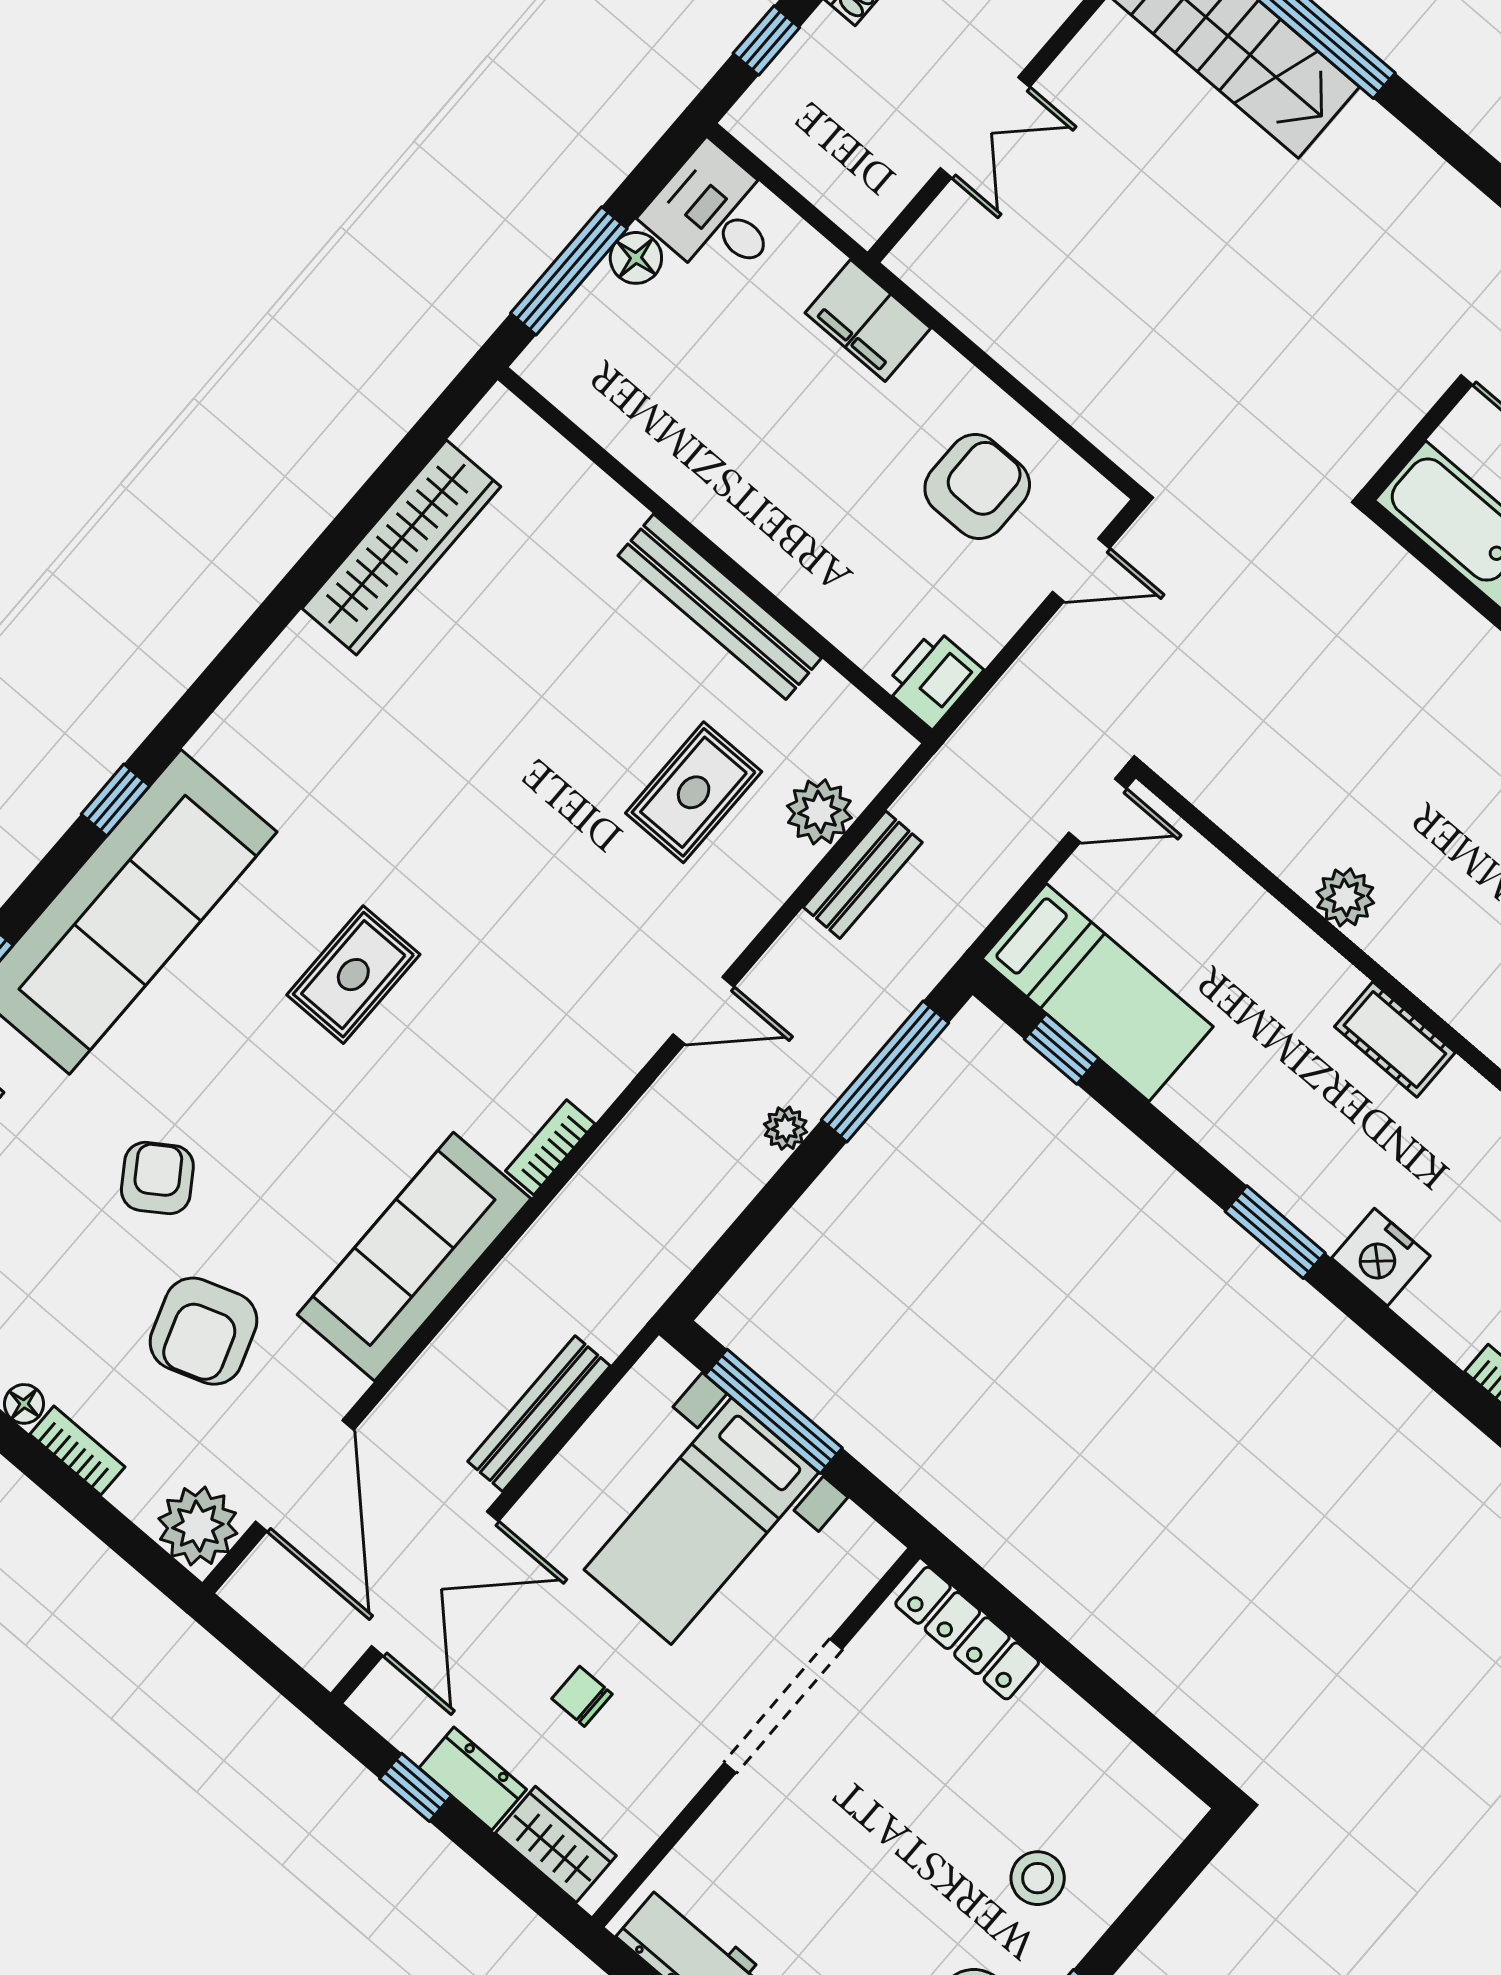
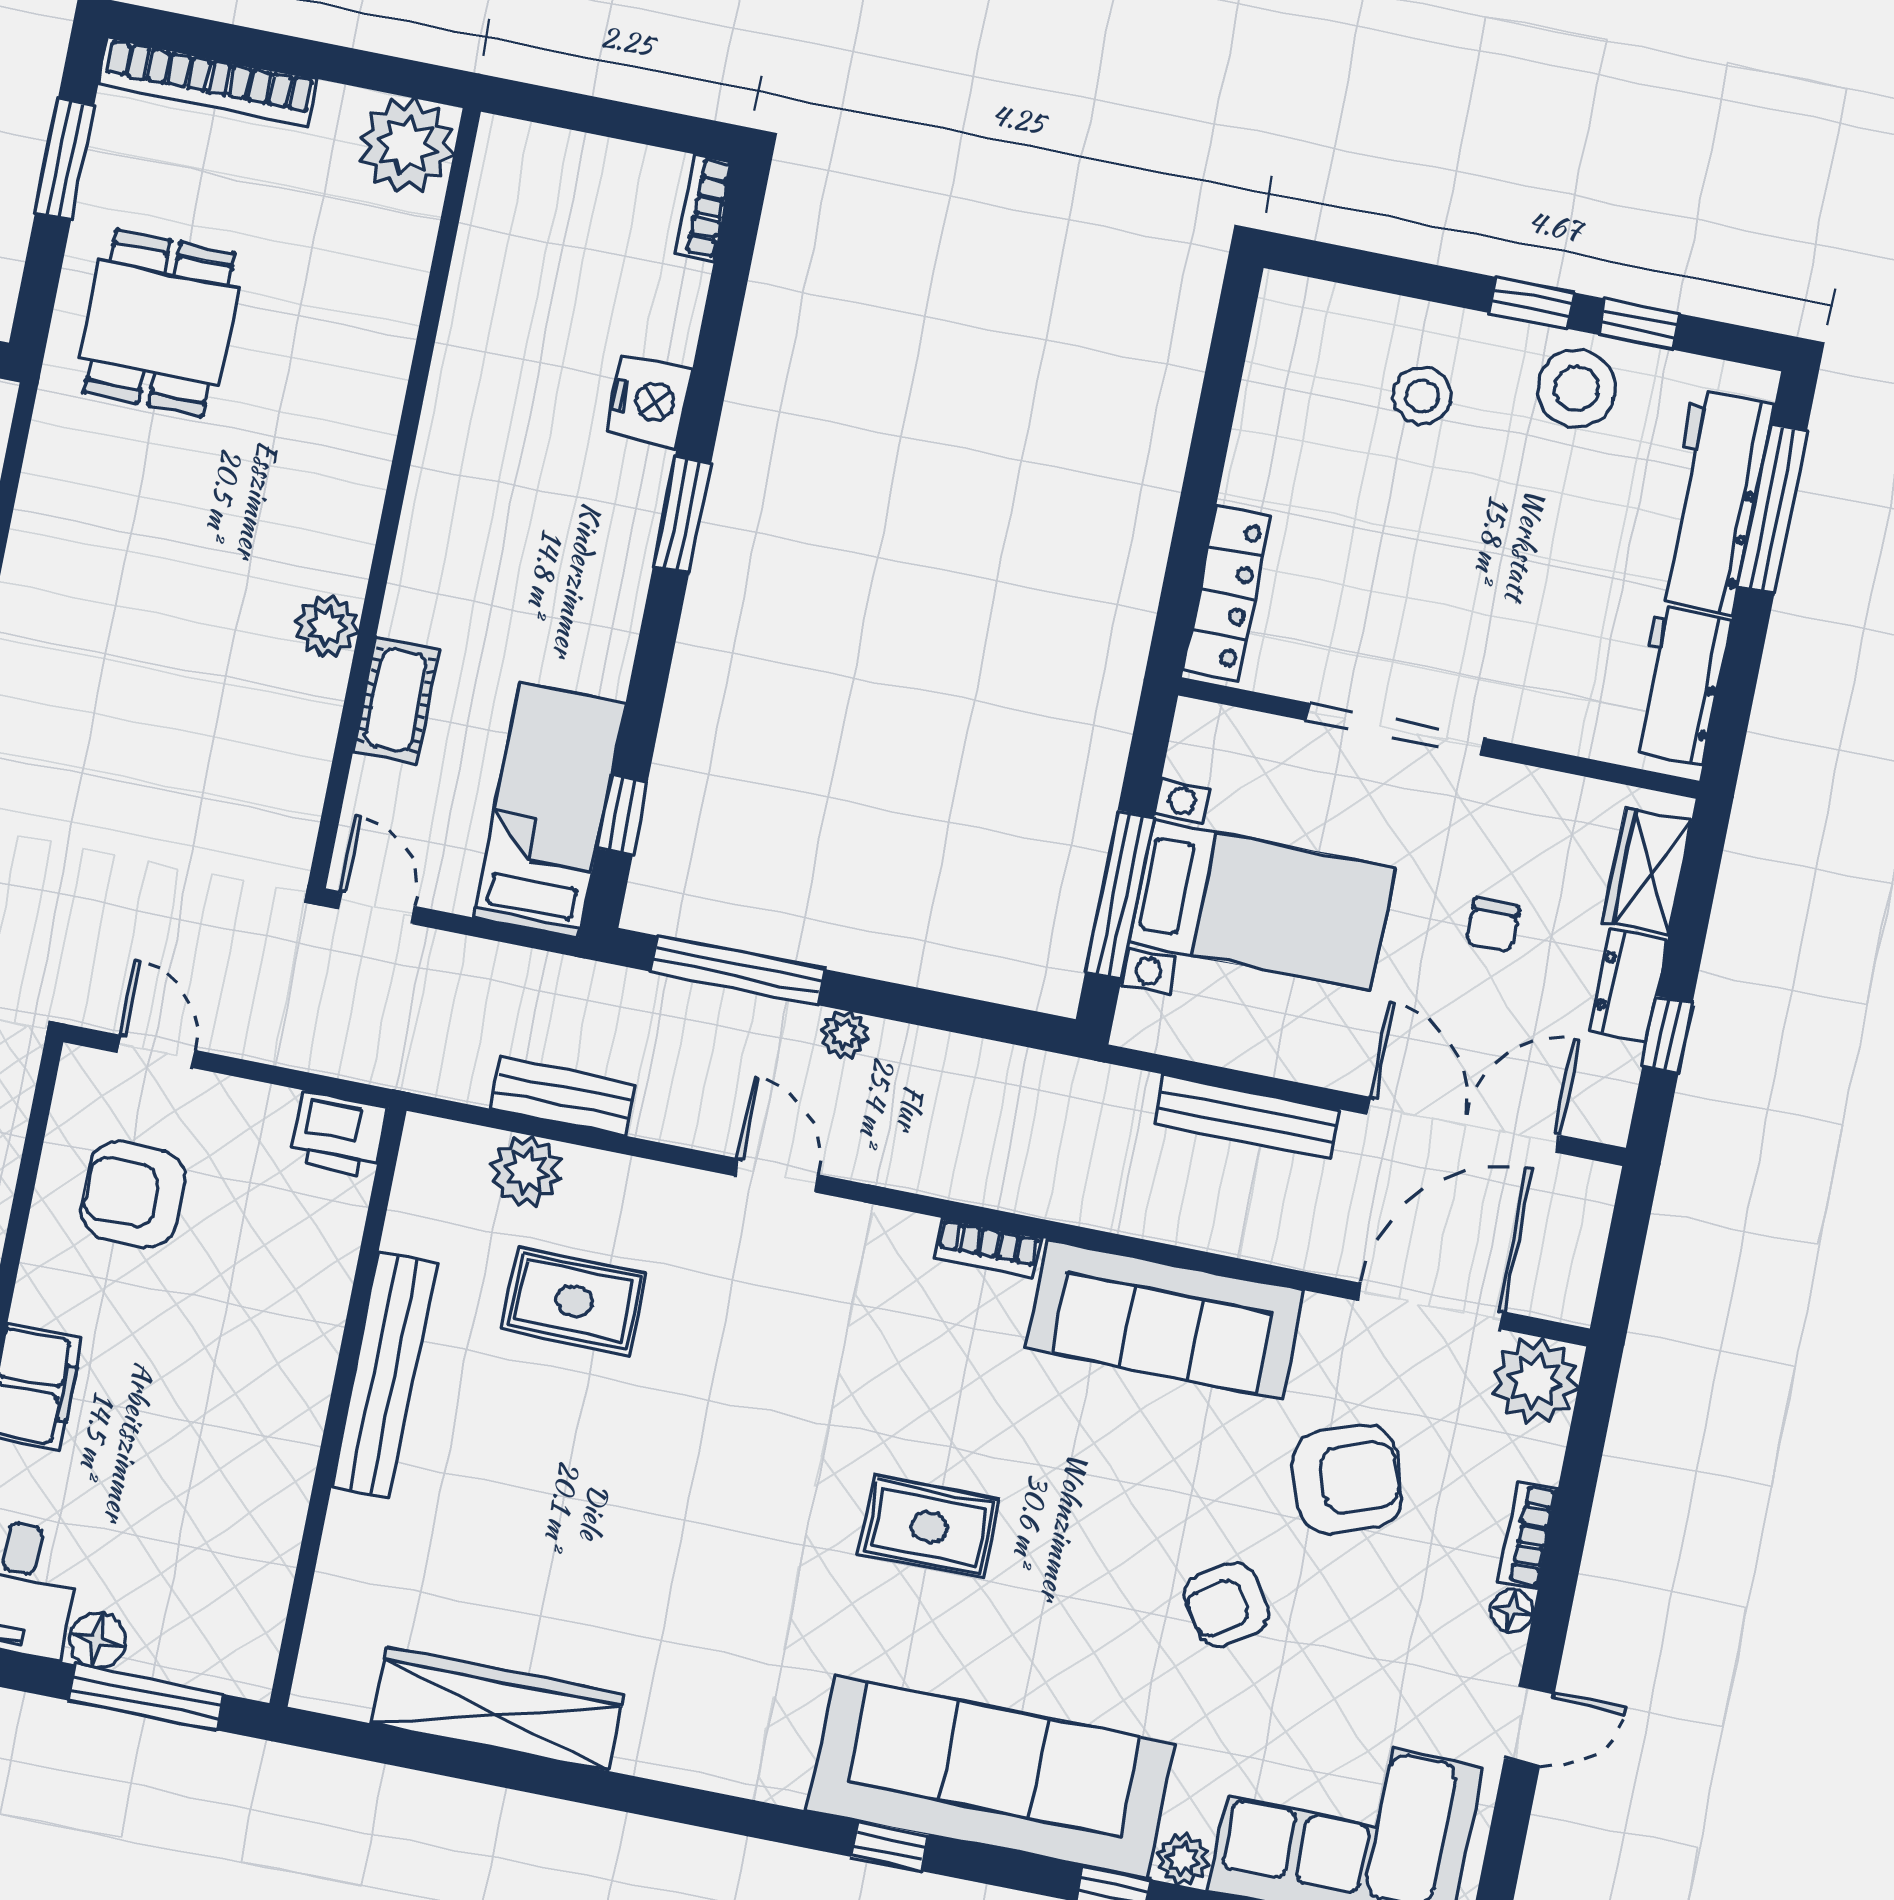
cot: (1395, 1040) -> (396, 700), moved

